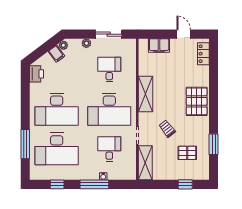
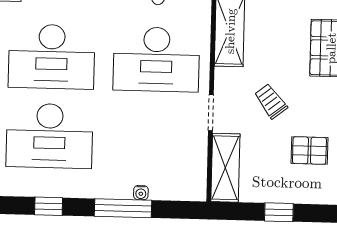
desk: (109, 149) -> (154, 139), removed
window: (185, 184) -> (279, 212), moved

